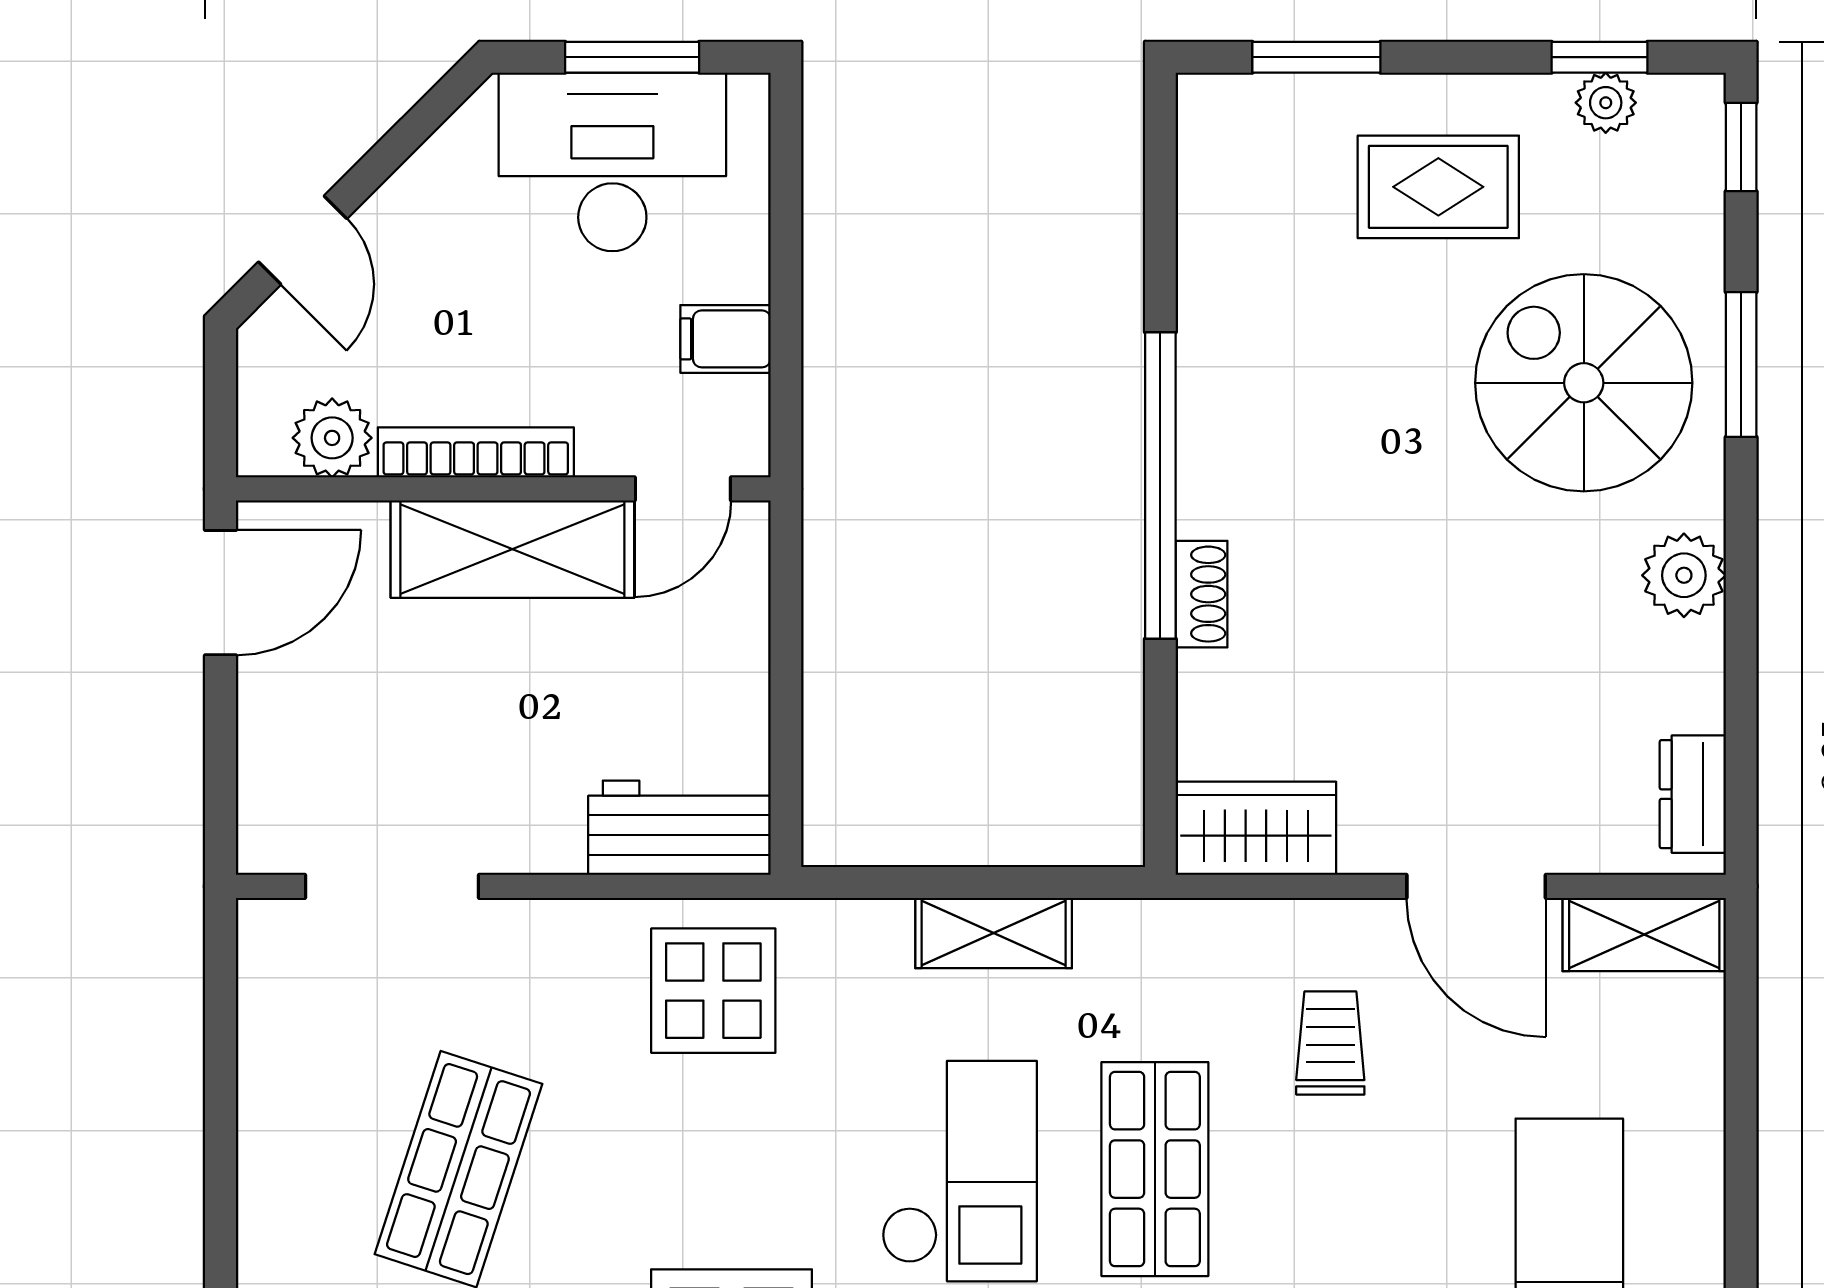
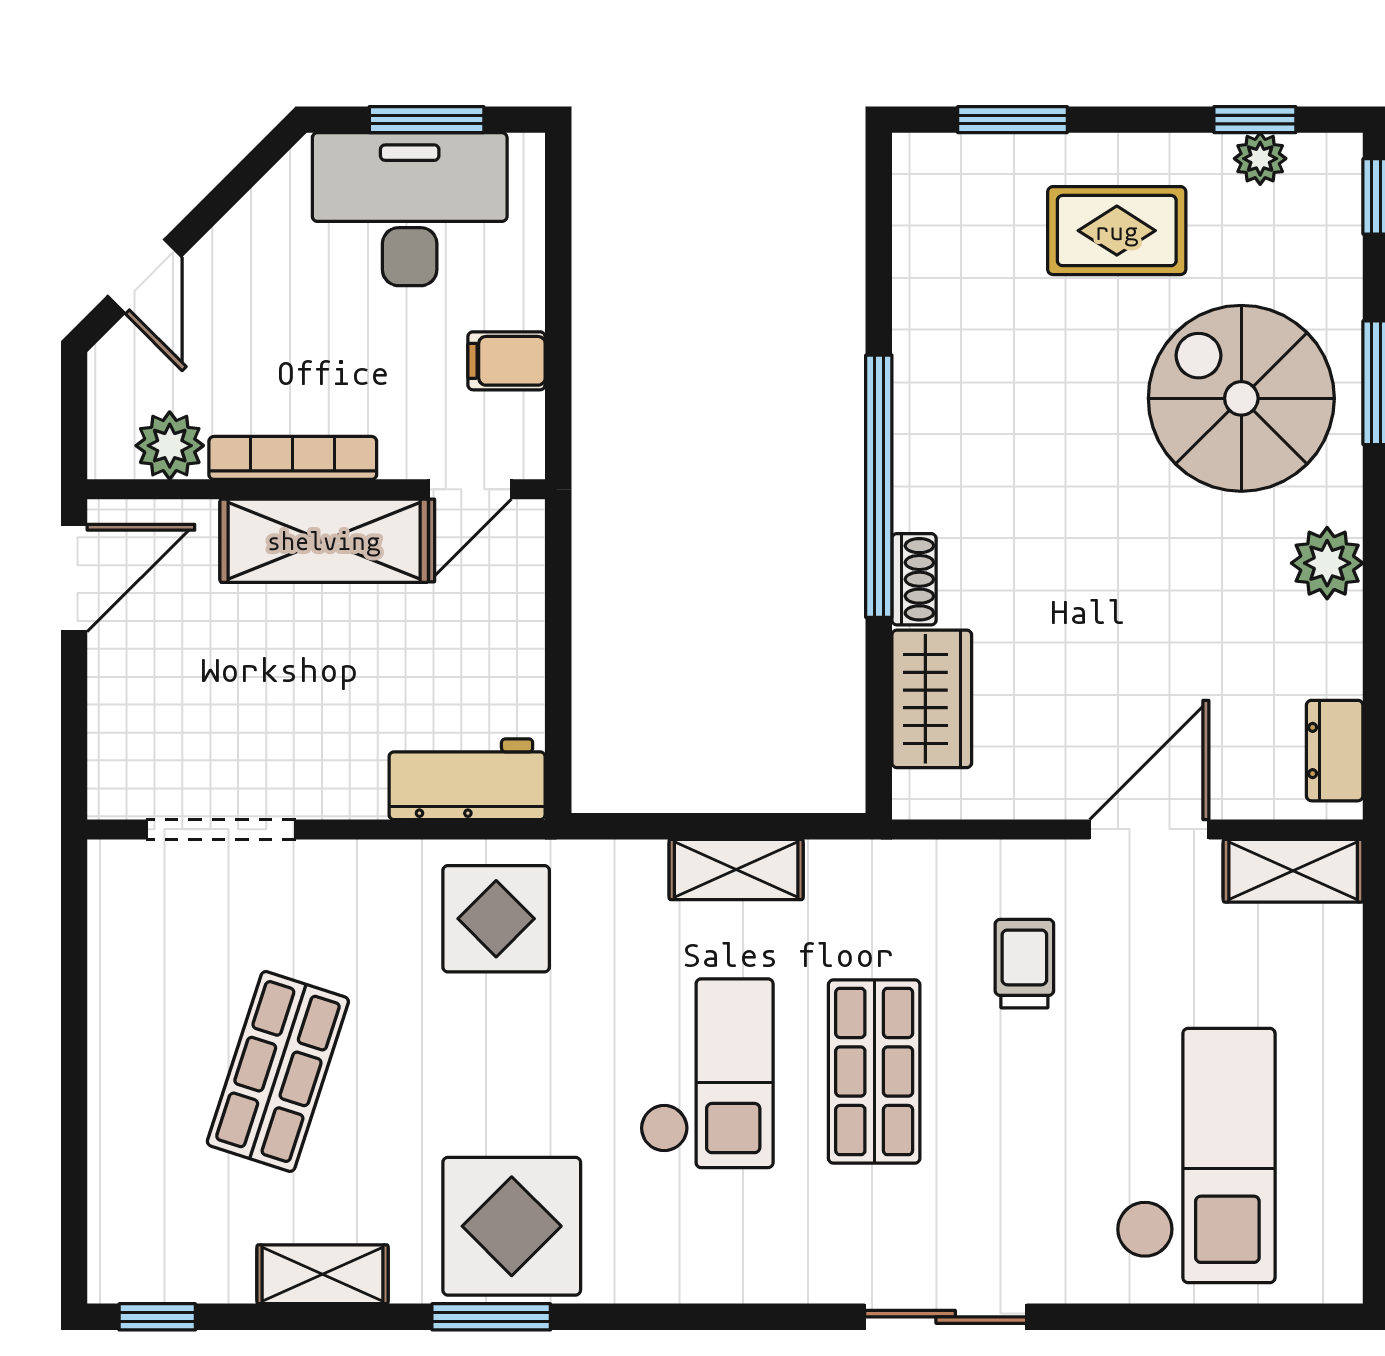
wardrobe: (1256, 828) -> (932, 699), moved, turned 90
door: (1476, 886) -> (1149, 829), swing flipped

